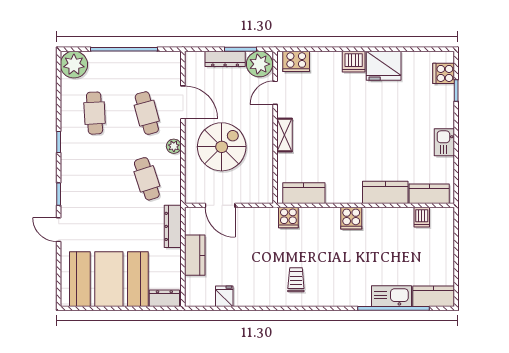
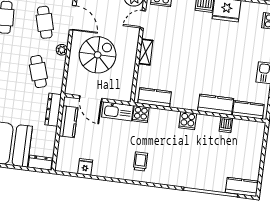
dishwasher: (422, 217) -> (226, 125), moved
kitchen counter: (195, 255) -> (68, 122), moved
kitchen sink: (391, 296) -> (117, 111), moved, turned 180

